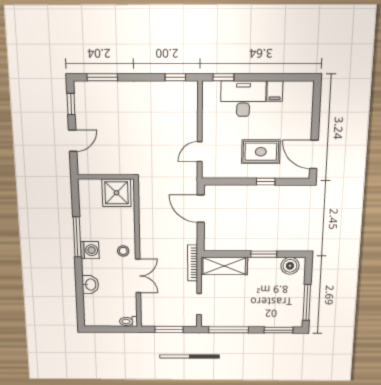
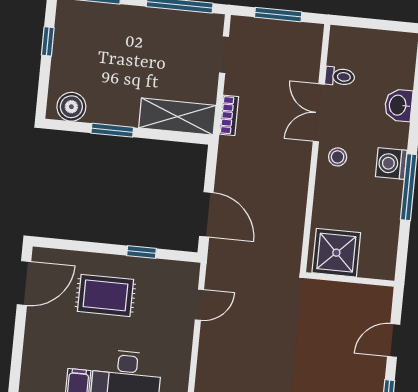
door: (314, 155) -> (24, 283), hinge flipped
window: (266, 182) -> (142, 252), moved
bookcase: (193, 263) -> (229, 115), width x0.64
window: (307, 302) -> (48, 41), width x0.46
toilet: (128, 321) -> (340, 76), moved

